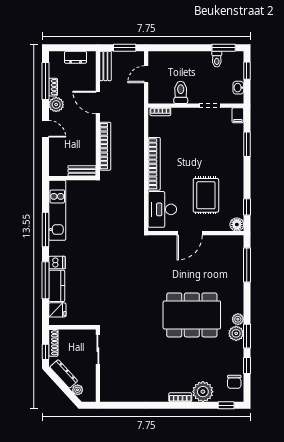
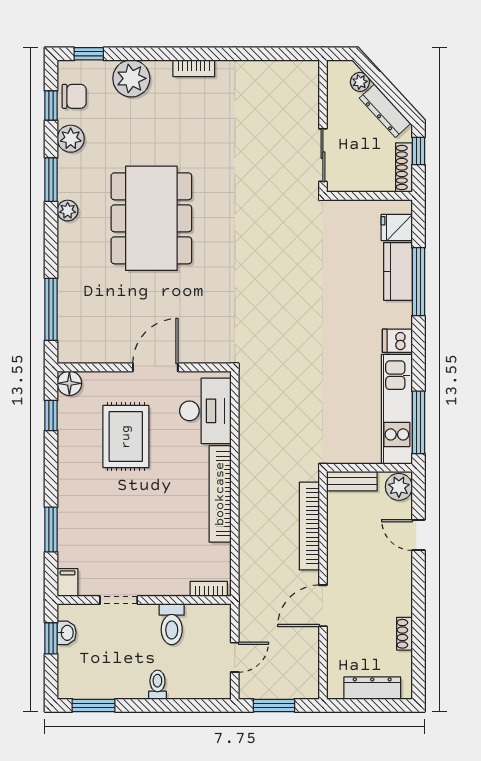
dresser: (76, 57) -> (372, 688), width x1.44
toilet: (217, 59) -> (157, 685), moved
bench: (105, 66) -> (309, 672), removed
window: (247, 71) -> (51, 638), moved
window: (45, 81) -> (418, 645), removed
door: (98, 102) -> (323, 606), swing flipped
plant: (56, 105) -> (399, 487), moved
door: (45, 129) -> (418, 535), moved
window: (45, 229) -> (418, 422), moved
dishwasher: (57, 263) -> (397, 341), moved
dining table: (192, 315) -> (151, 218), turned 90
plant: (236, 333) -> (71, 139), moved
window: (247, 365) -> (51, 105), moved
chair: (234, 382) -> (74, 96), turned 90
bookcase: (180, 397) -> (194, 68), moved

